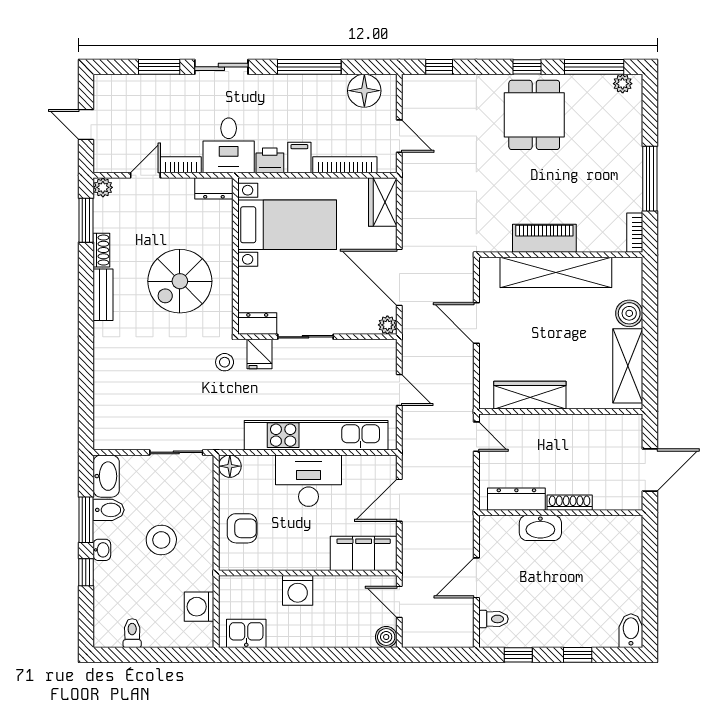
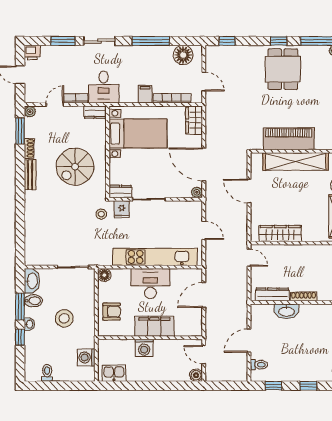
printer: (270, 160) -> (32, 53), moved, turned 180
piano: (544, 238) -> (289, 139), width x1.37, depth x1.33
filing cabinet: (364, 553) -> (154, 326), moved

